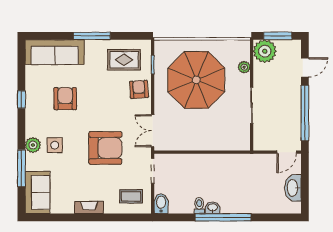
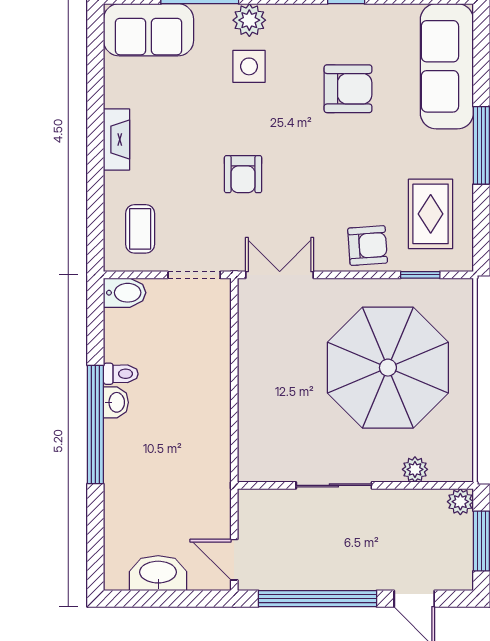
plant: (265, 51) -> (460, 502), width x0.53, depth x0.53
armchair: (105, 148) -> (243, 174), width x0.53, depth x0.53

